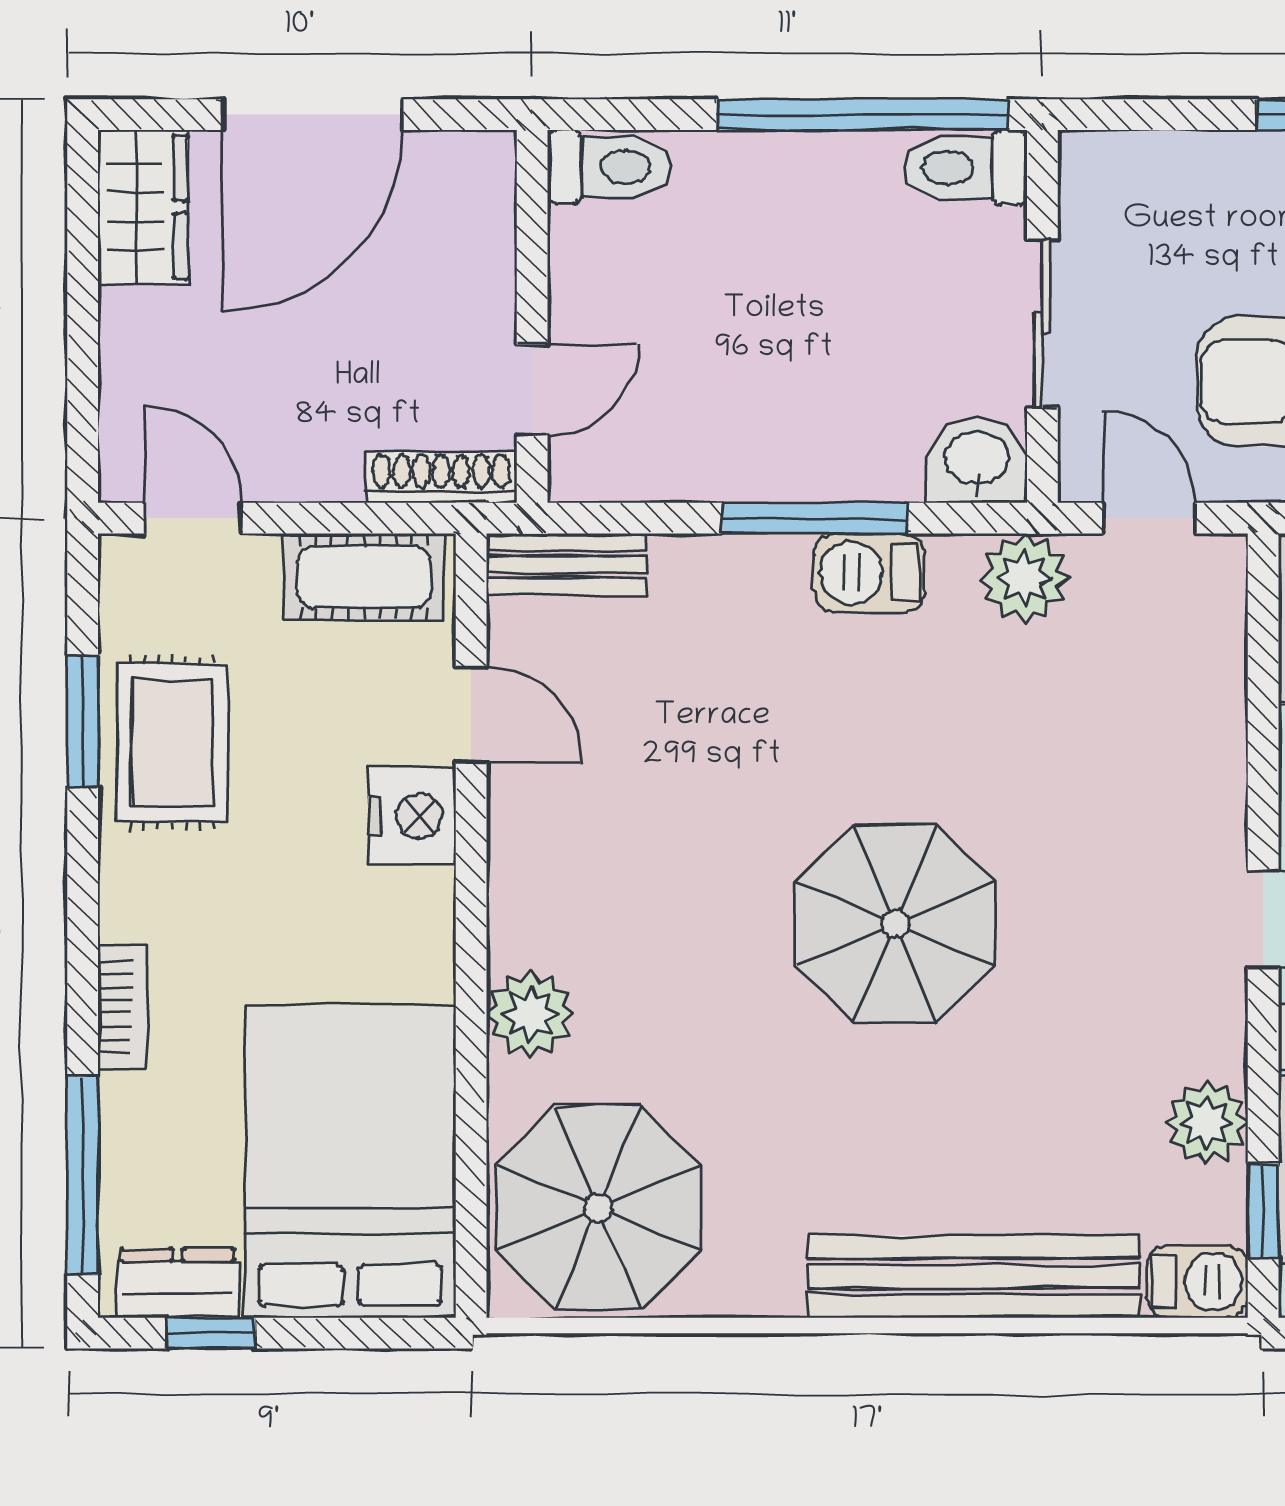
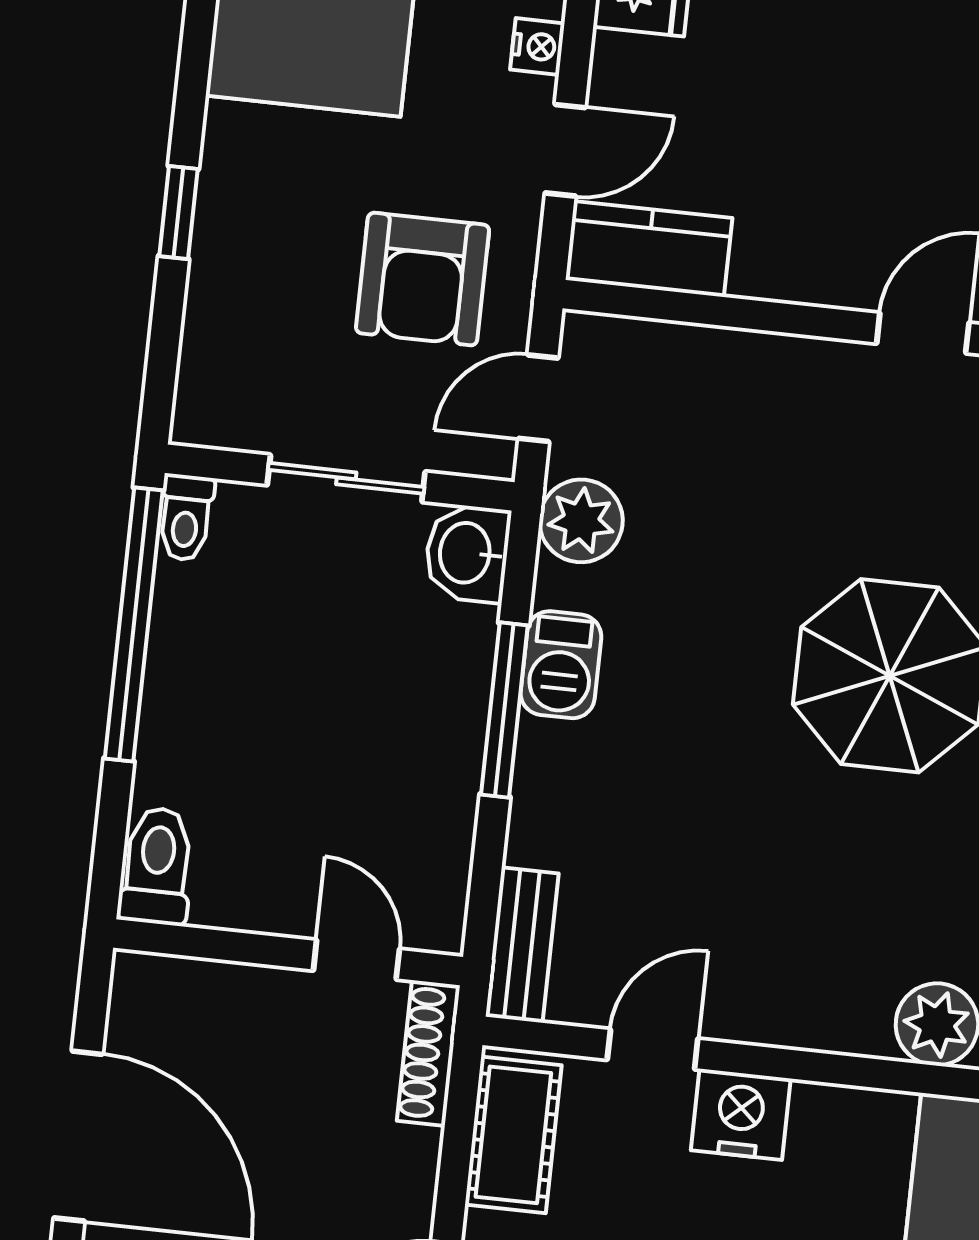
toilet: (965, 168) -> (186, 518), width x0.73, depth x0.72

